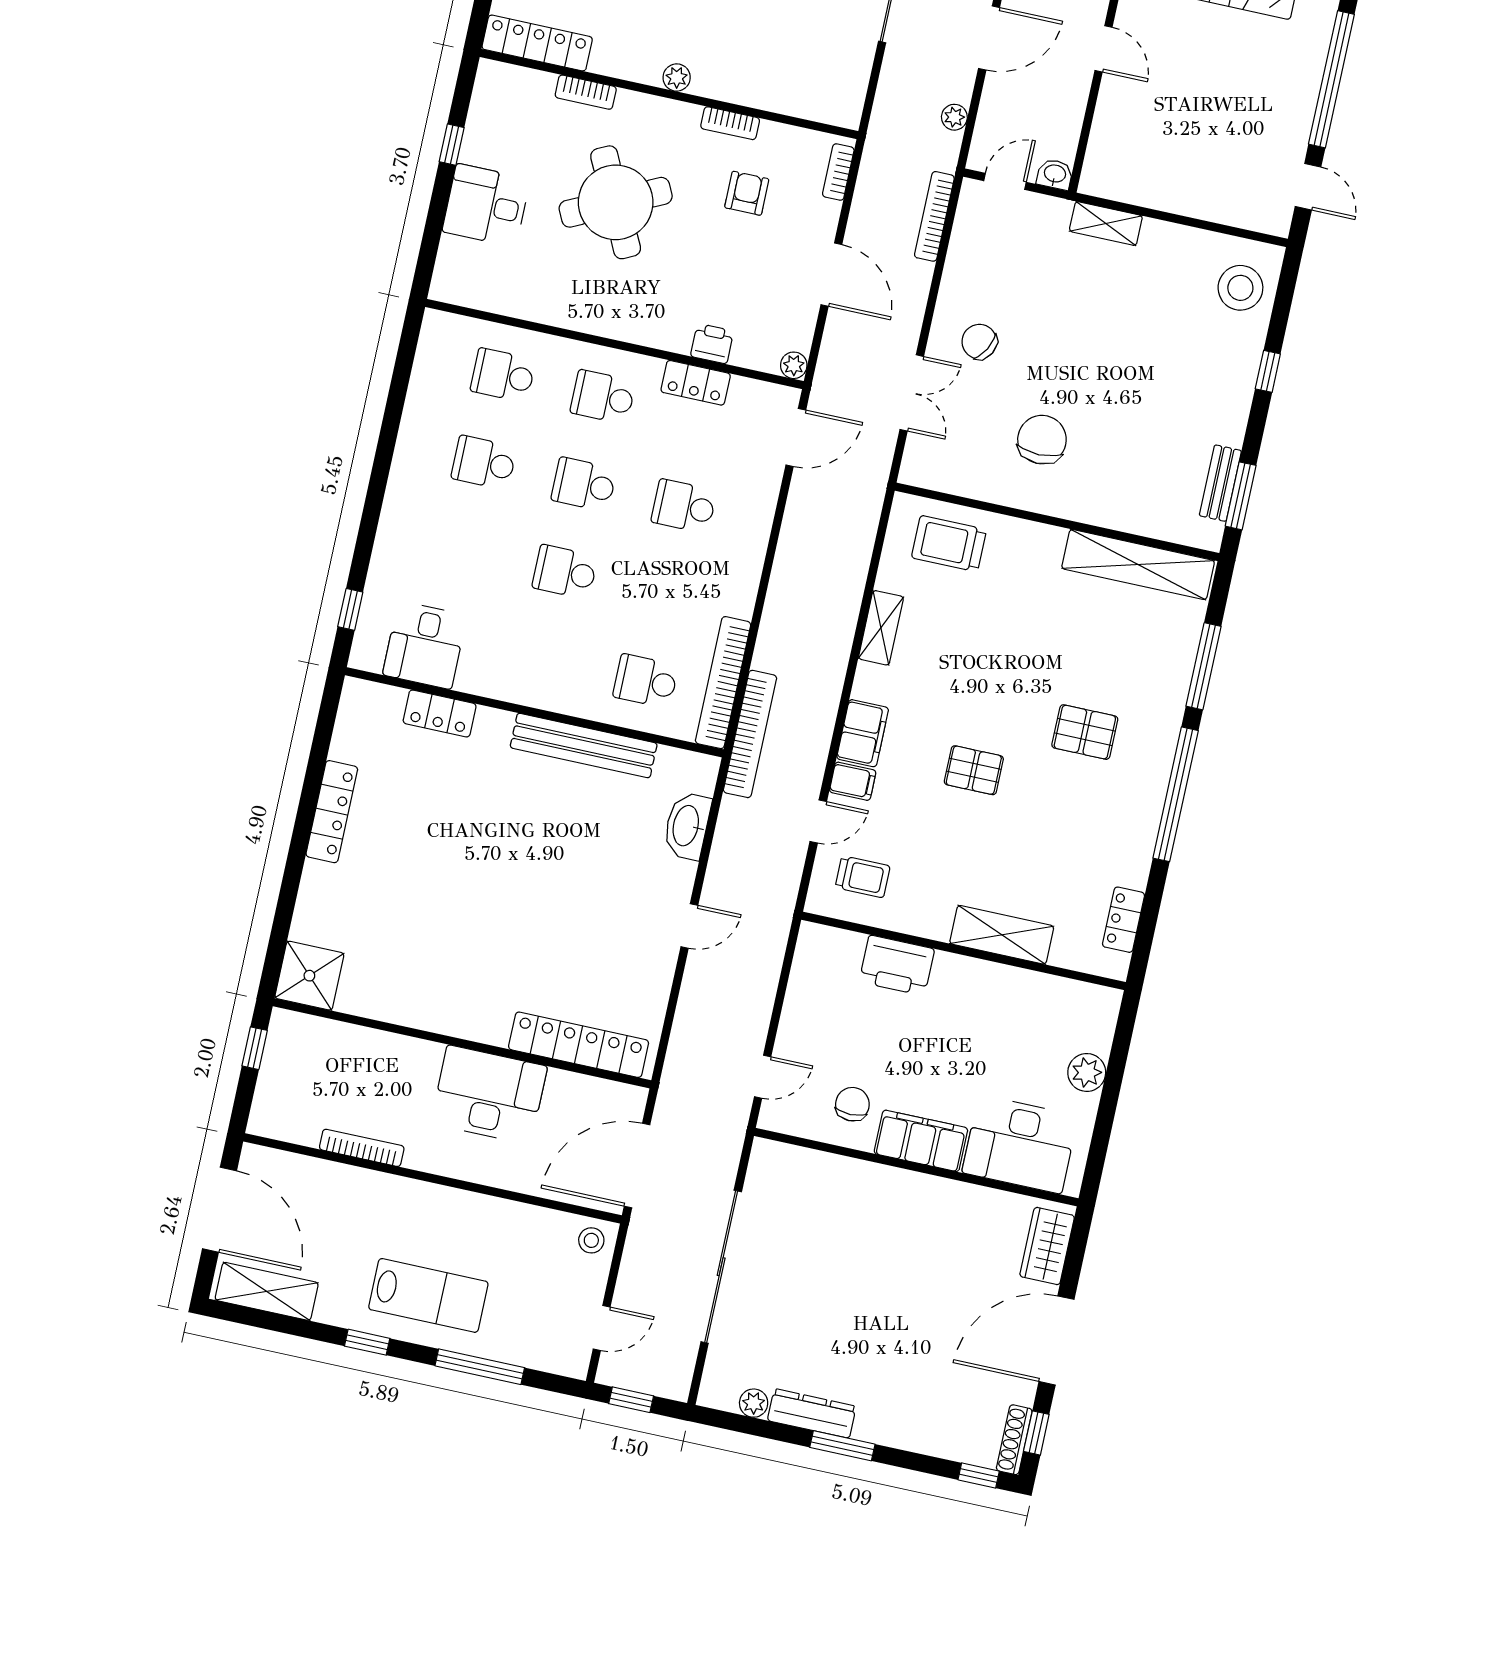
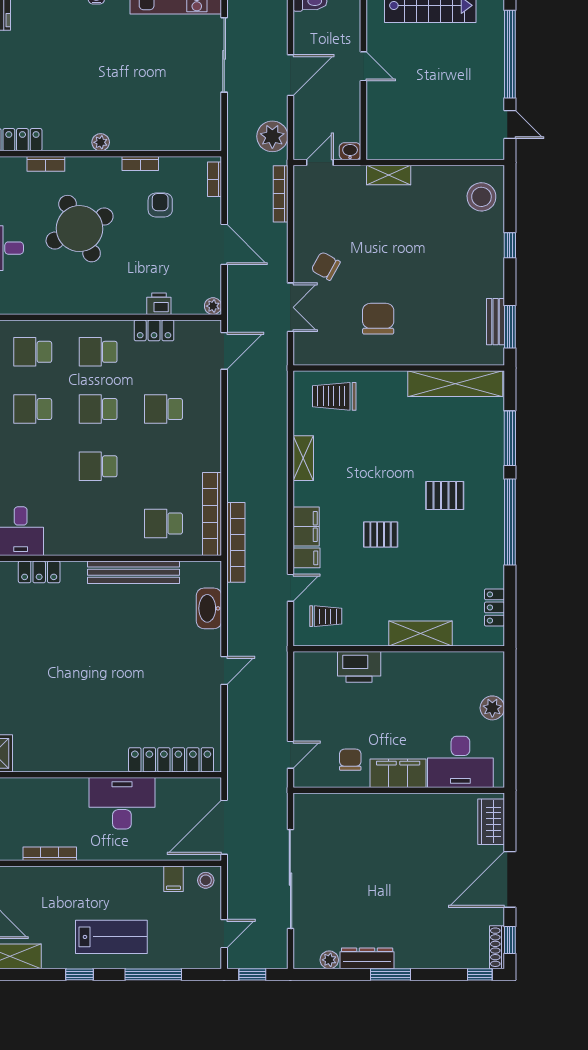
plant: (954, 117) -> (272, 136), width x1.88, depth x1.88
filing cabinet: (543, 1227) -> (173, 879), added

